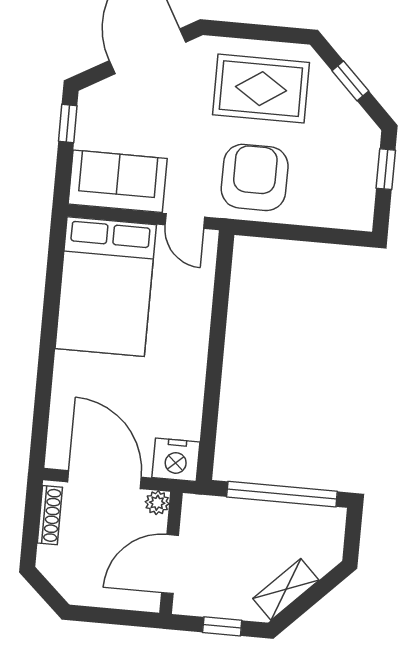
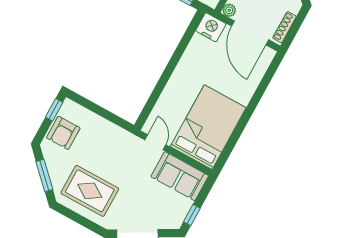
window: (350, 81) -> (44, 176), width x1.50
window: (386, 169) -> (54, 110), moved
armchair: (255, 177) -> (63, 133), moved, width x0.73, depth x0.73

